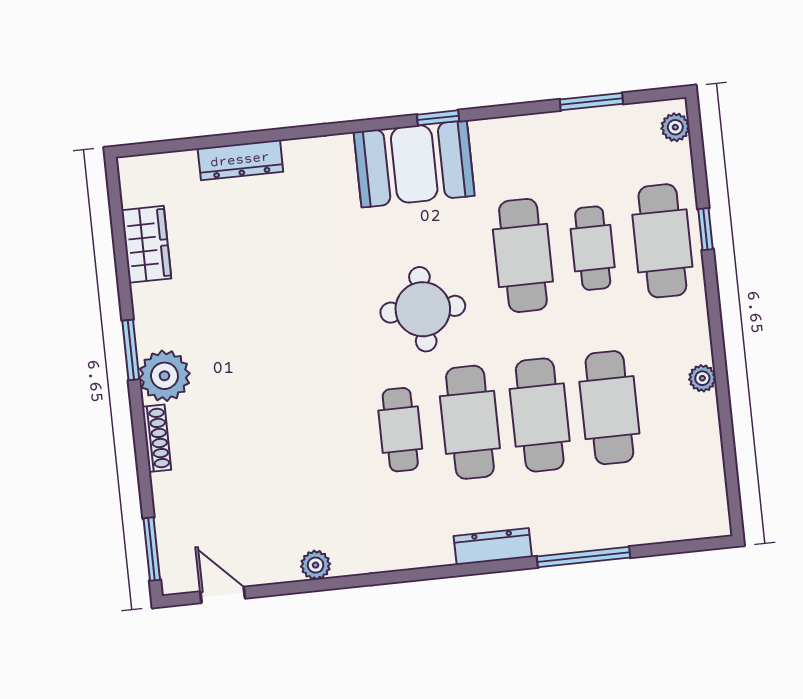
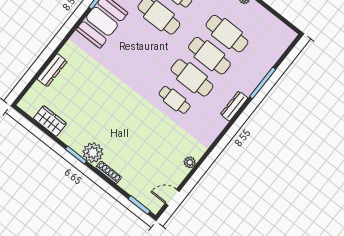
round table: (423, 309) -> (146, 60), removed

